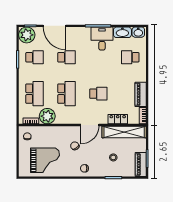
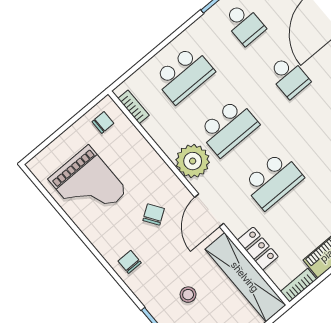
school desk: (98, 94) -> (273, 181), width x1.85
plant: (47, 116) -> (193, 161), moved
door: (90, 125) -> (209, 210), hinge flipped

